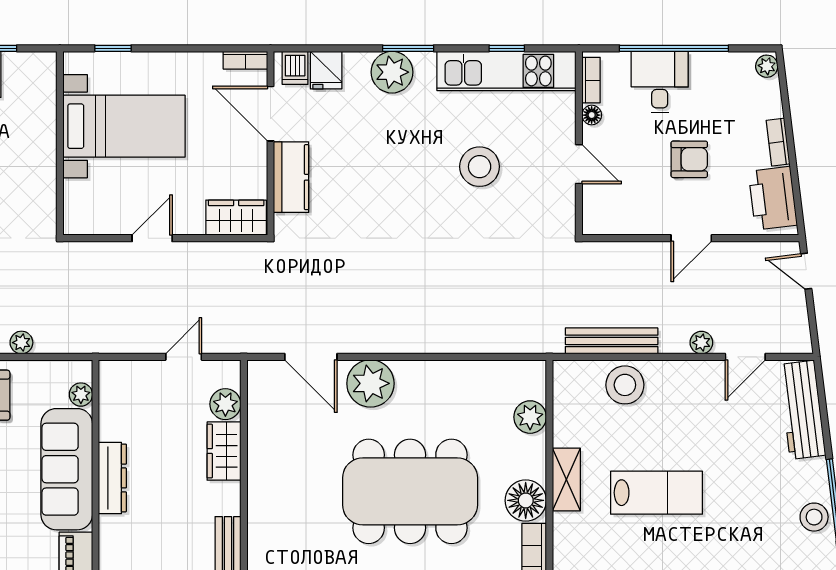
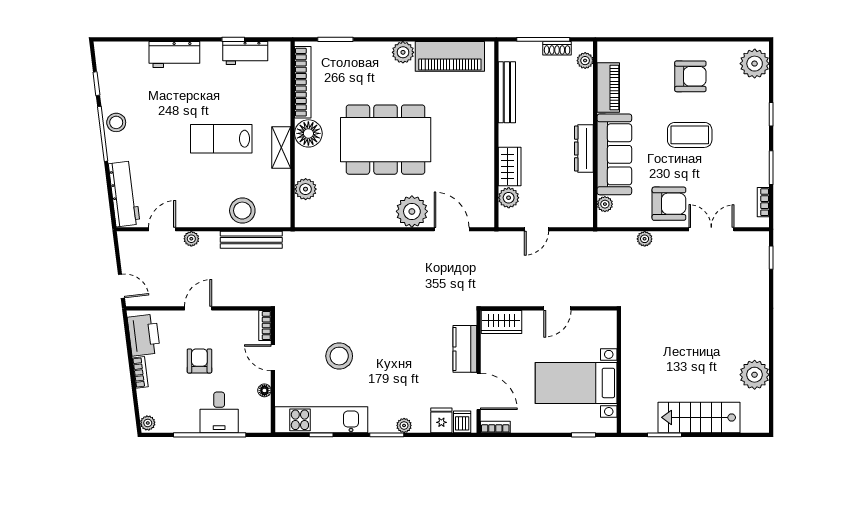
plant: (392, 72) -> (404, 425), width x0.53, depth x0.53
bookcase: (591, 80) -> (265, 325), moved
armchair: (689, 159) -> (199, 361), turned 90

